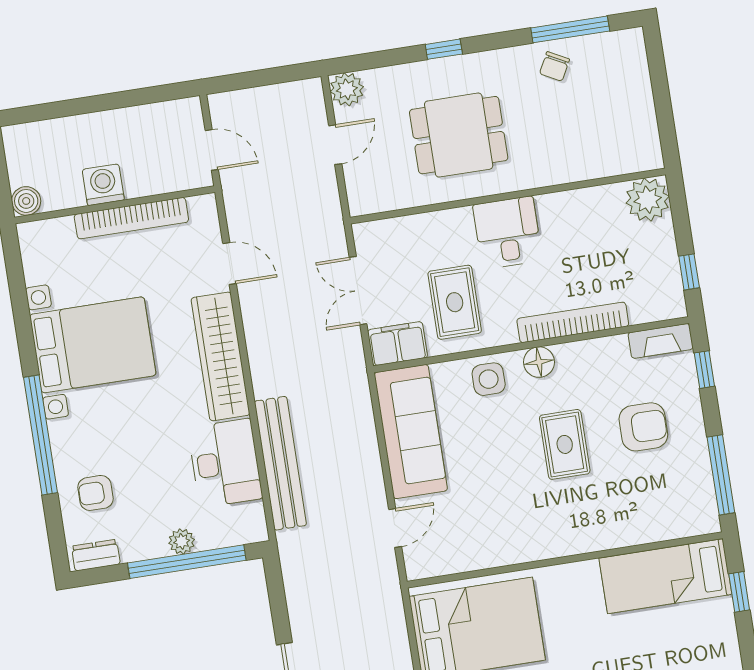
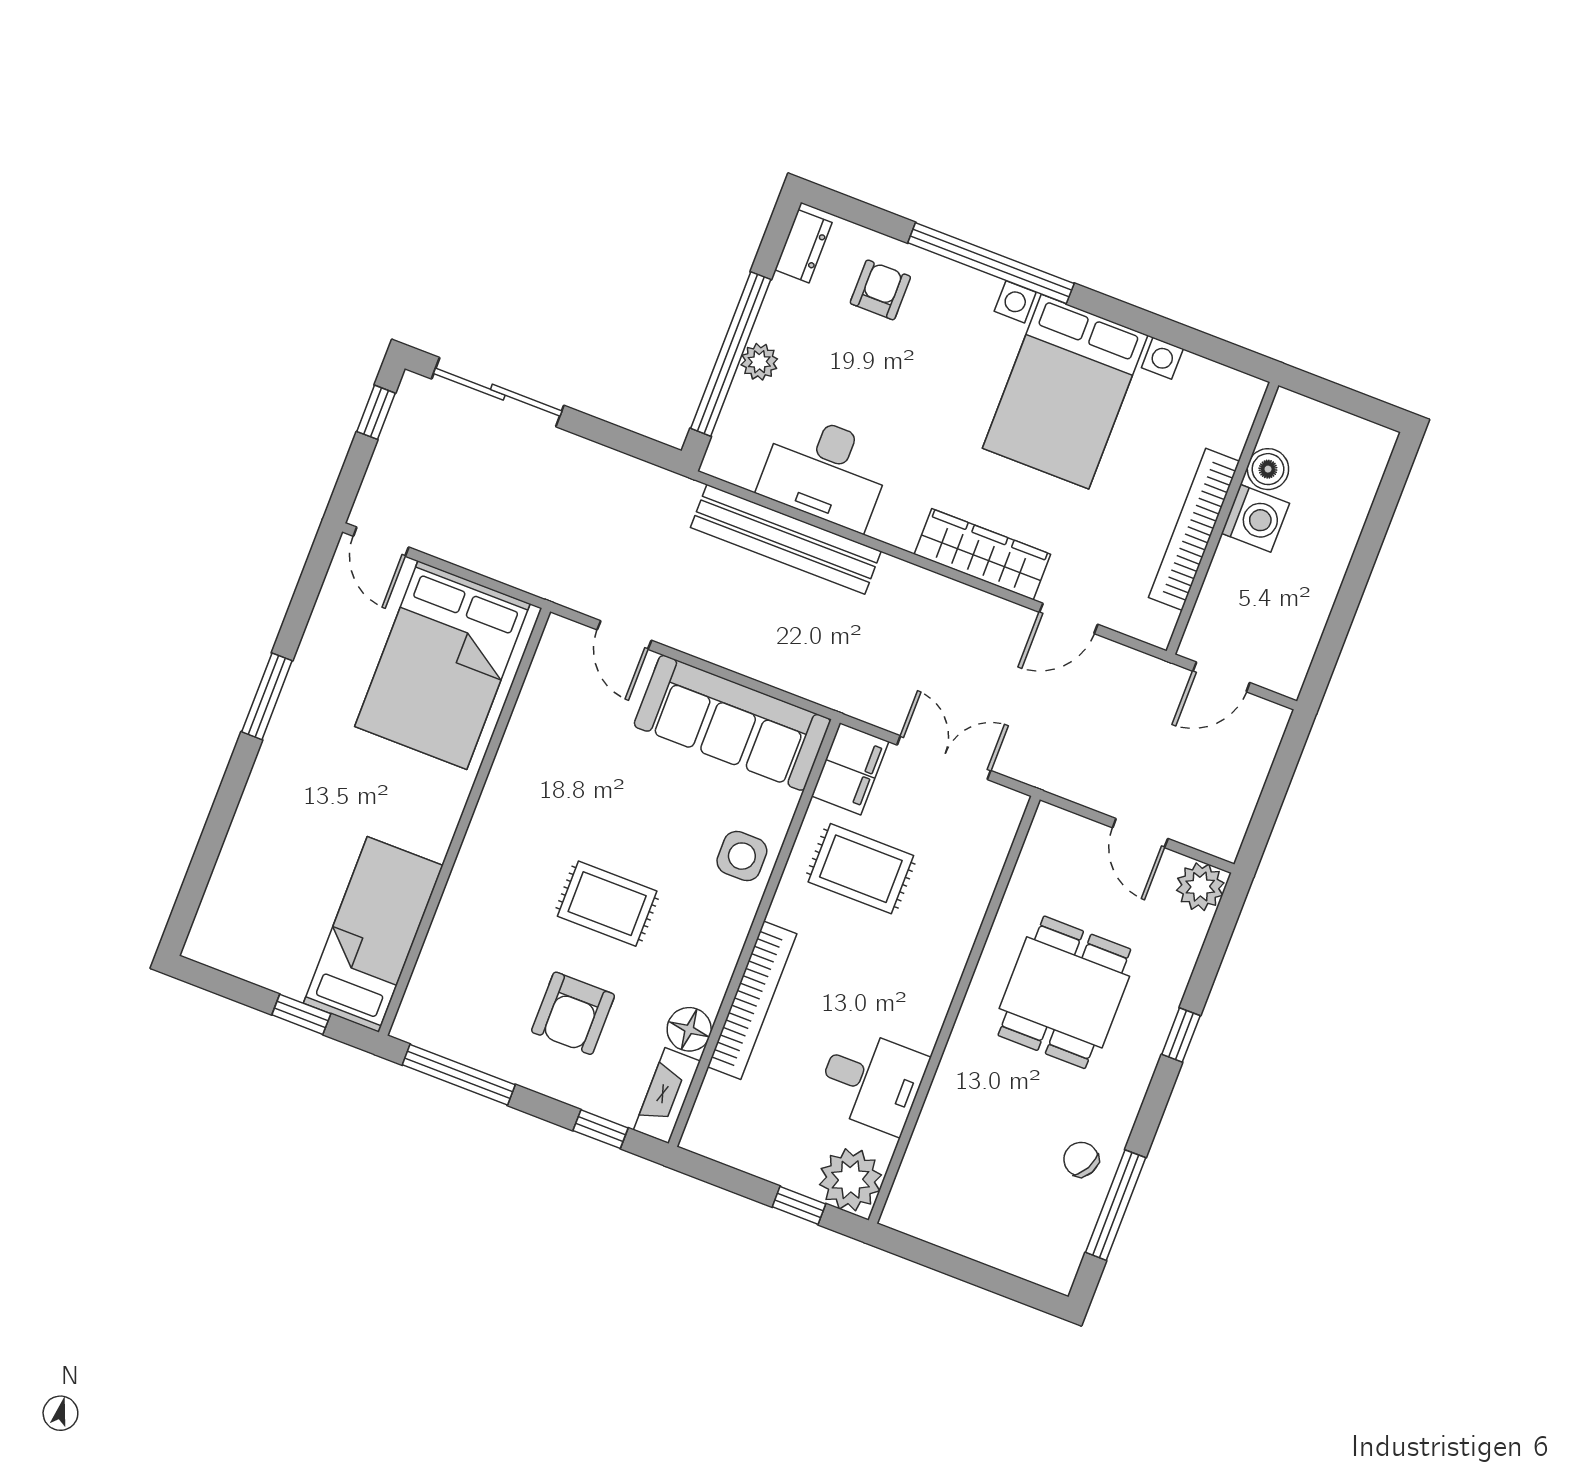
boiler: (26, 201) -> (1268, 469), moved
desk: (508, 233) -> (872, 1081), moved
window: (689, 272) -> (799, 1205), moved
wardrobe: (220, 356) -> (982, 554), width x0.71, depth x0.85
floor lamp: (539, 362) -> (689, 1029), moved

